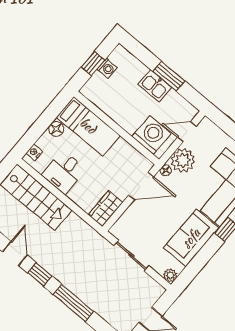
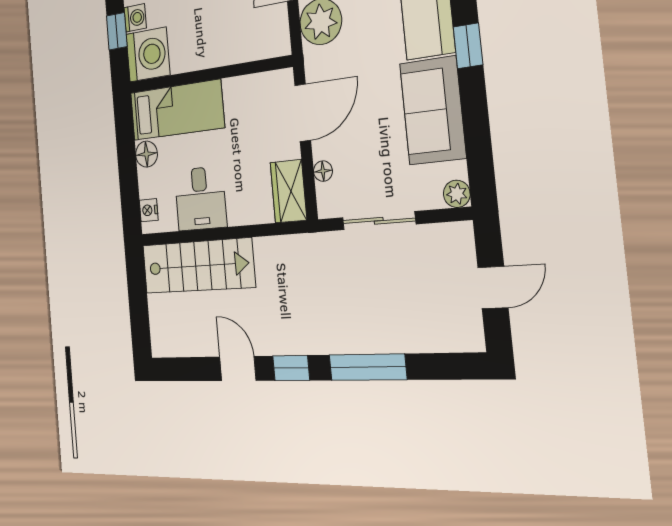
washing machine: (151, 135) -> (148, 55), moved, turned 90
floor lamp: (166, 170) -> (323, 171), moved

